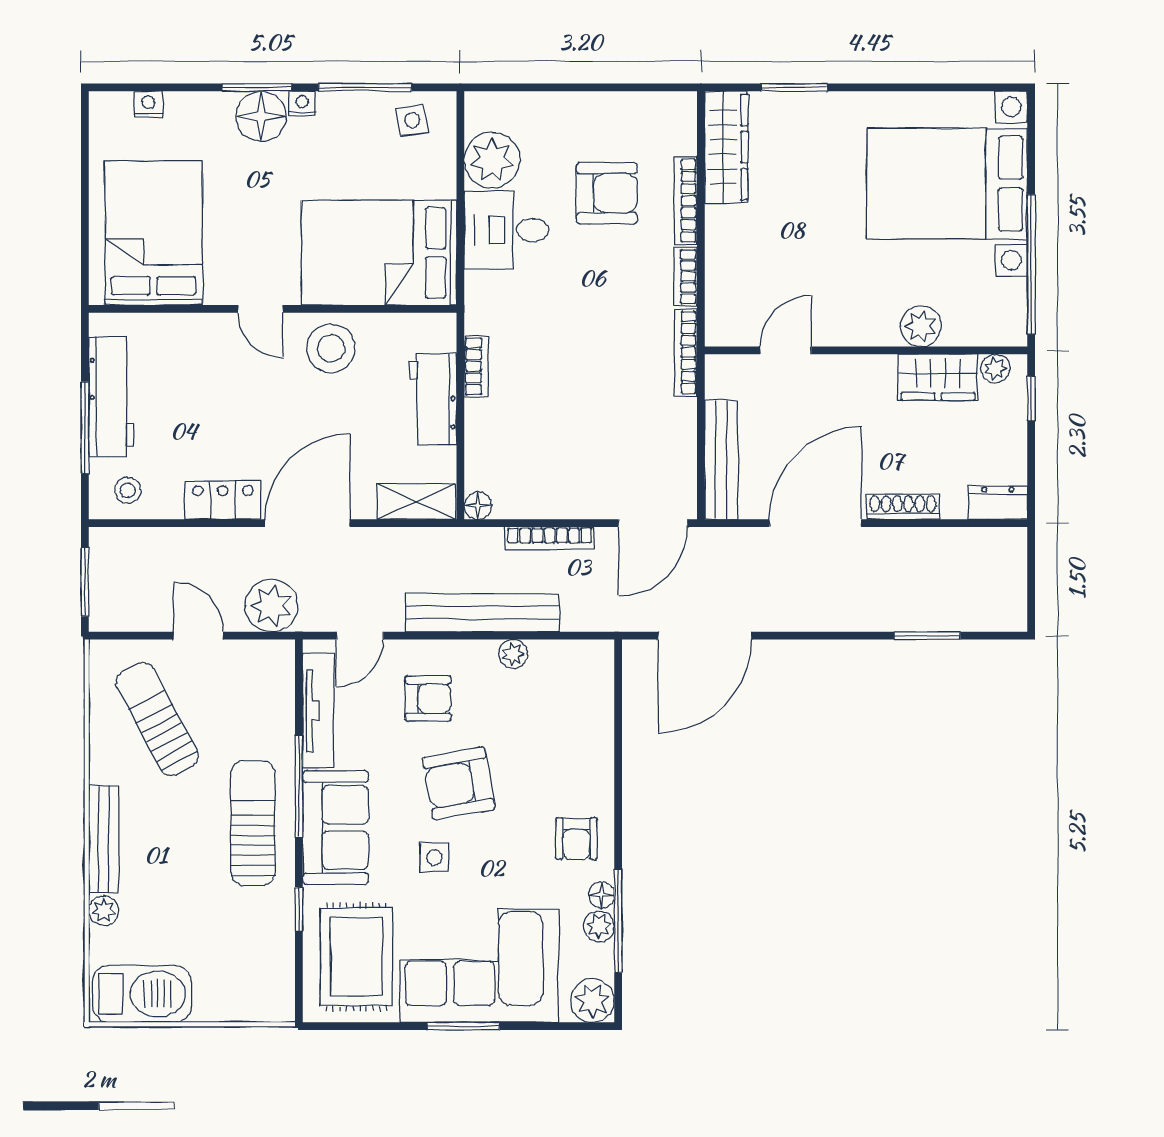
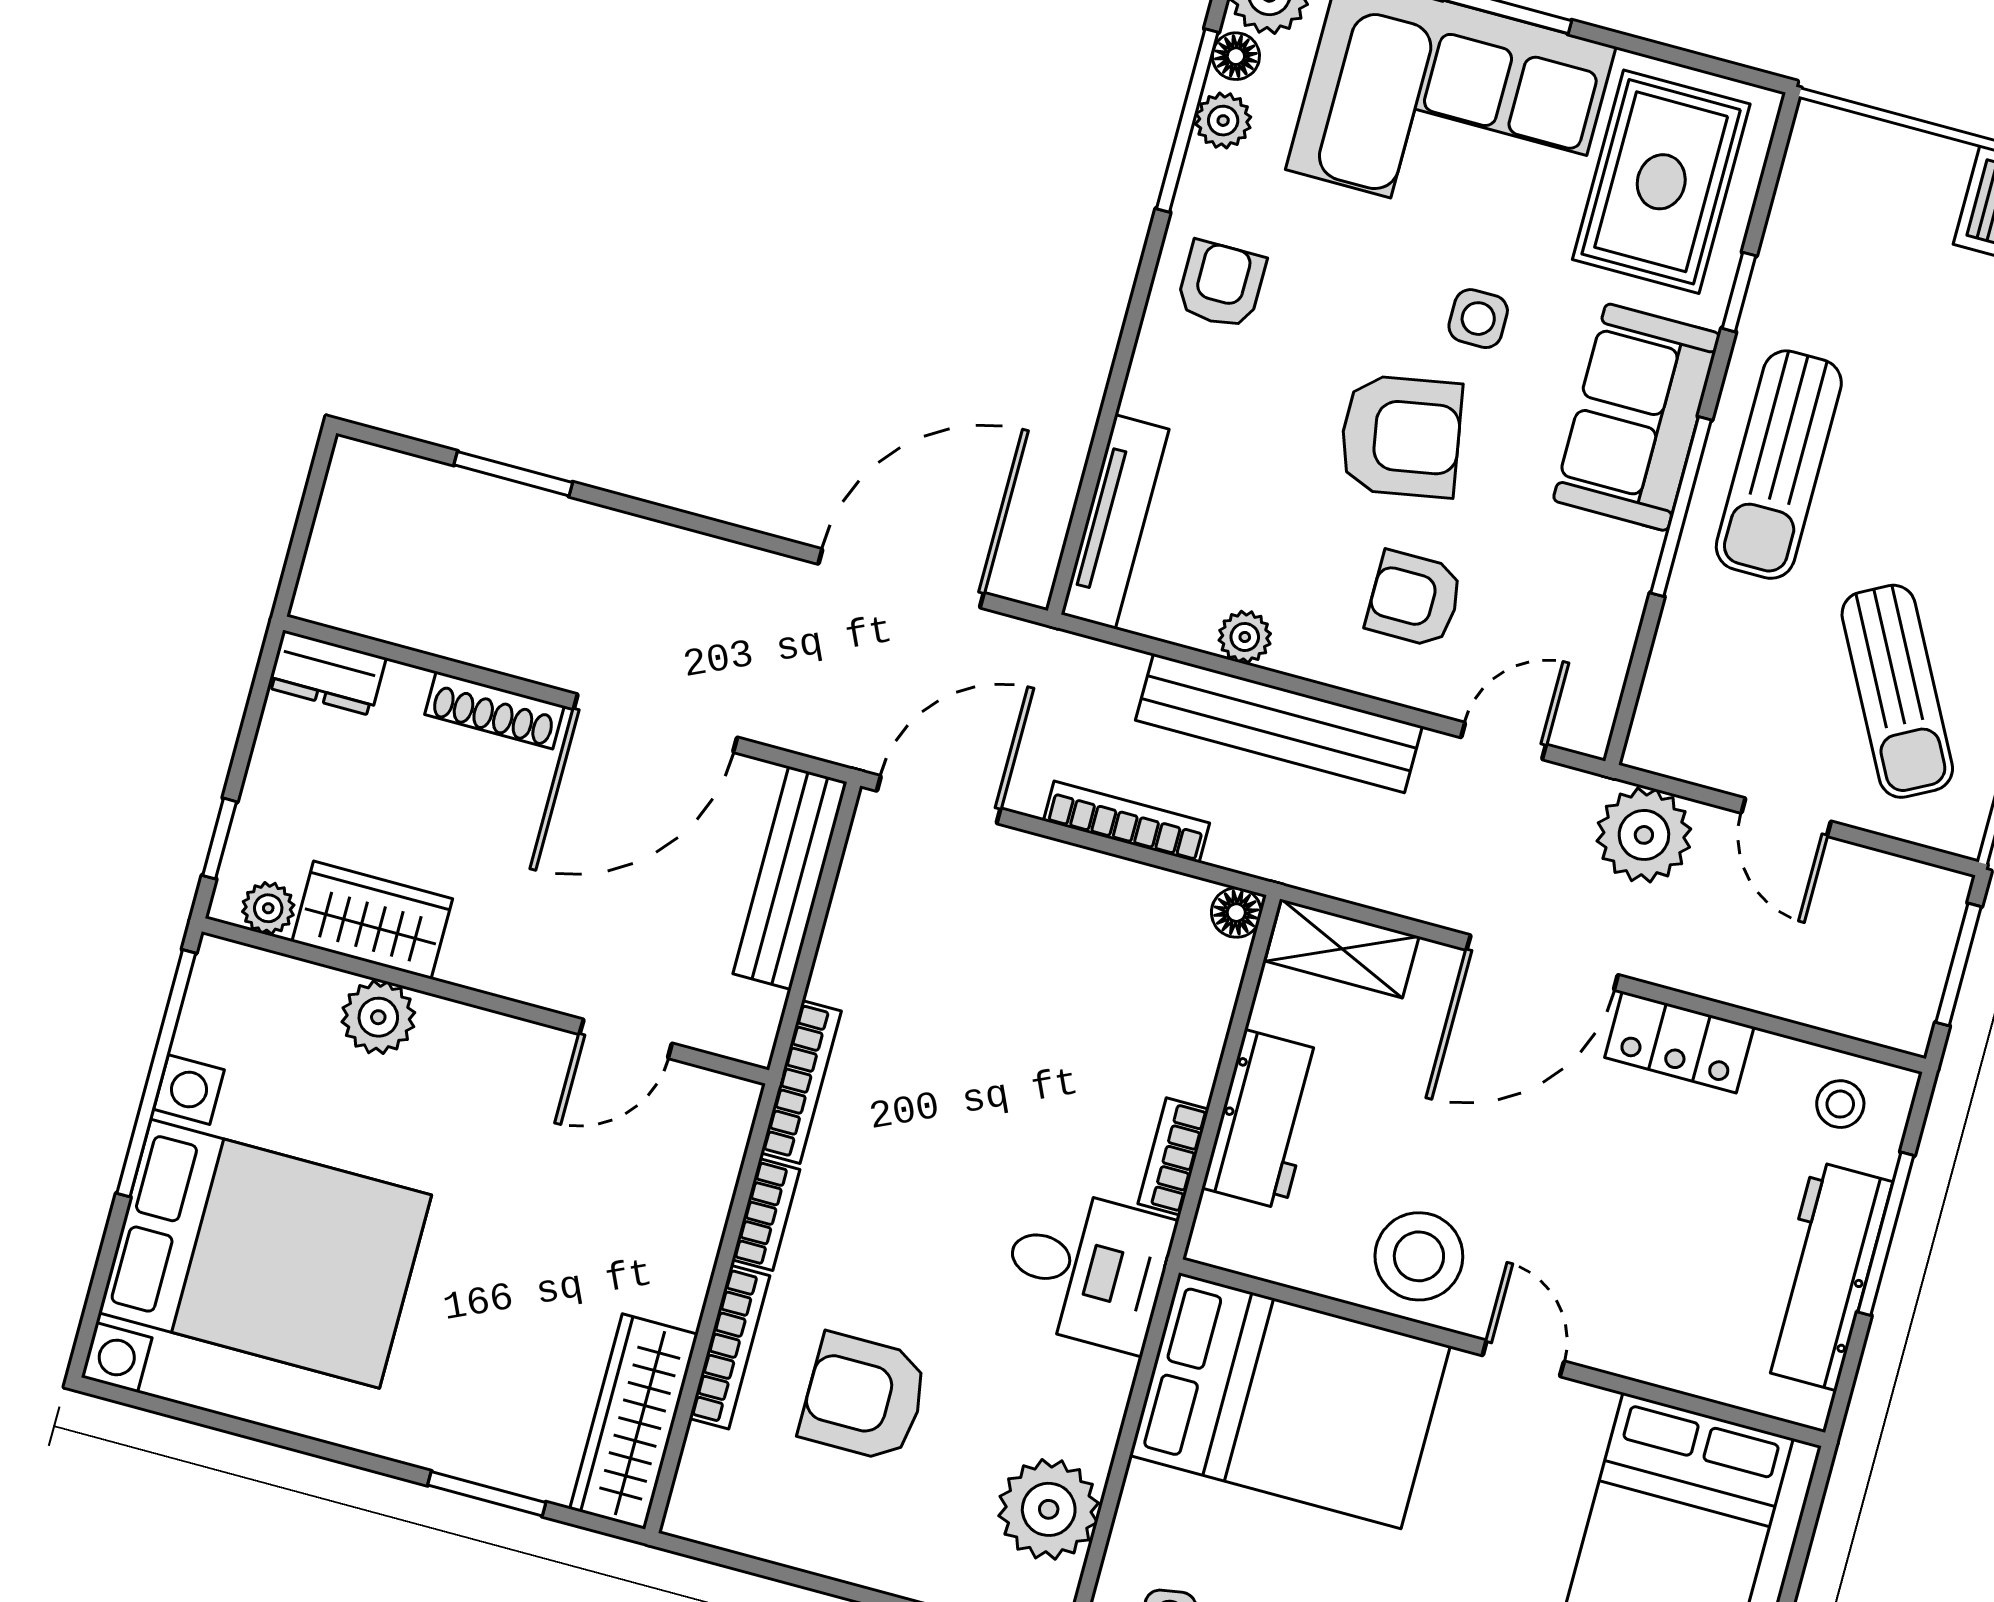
desk: (506, 230) -> (1087, 1269), moved
tv unit: (318, 711) -> (1115, 522), moved, turned 180
floor lamp: (601, 895) -> (1236, 56), moved

